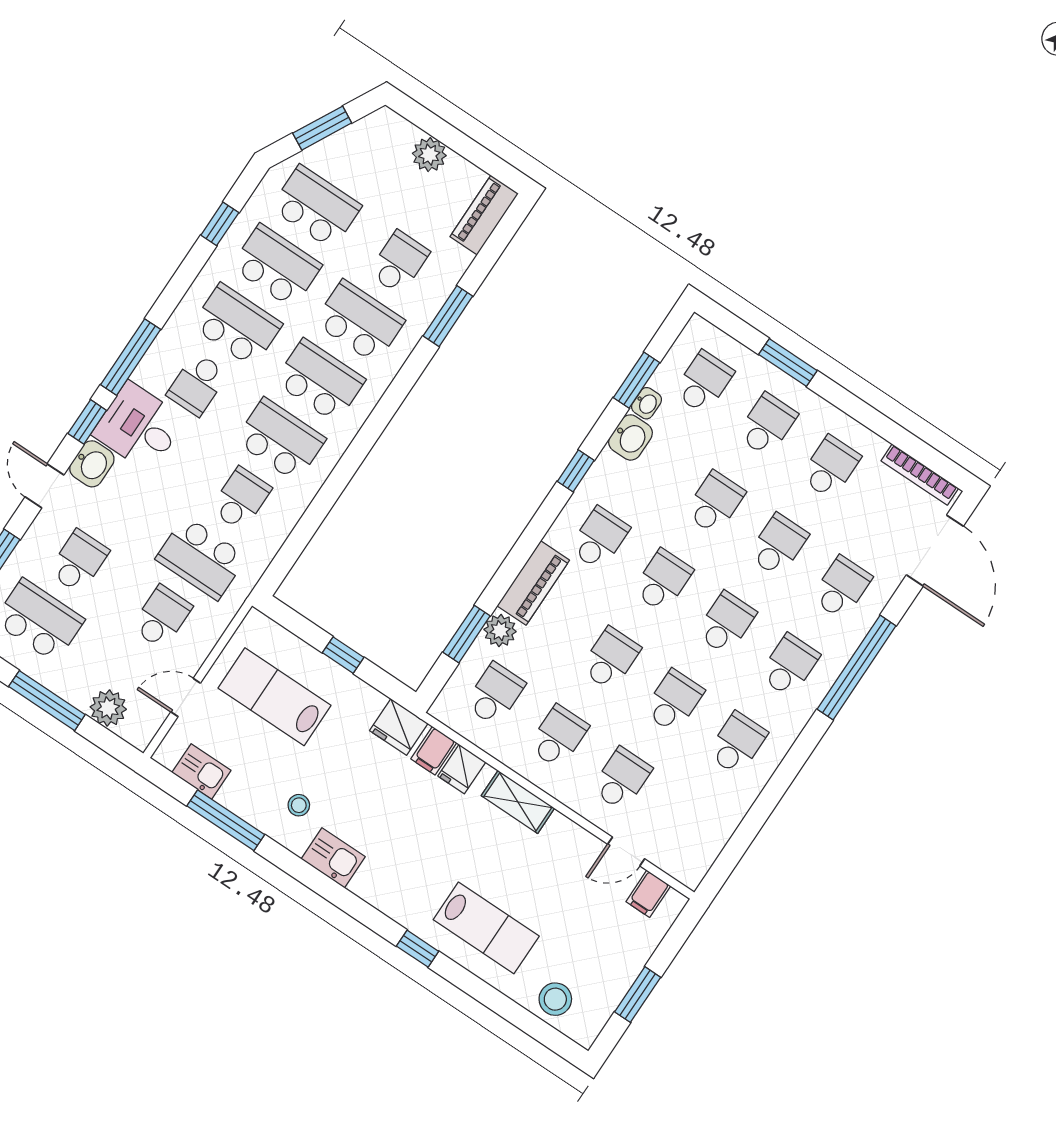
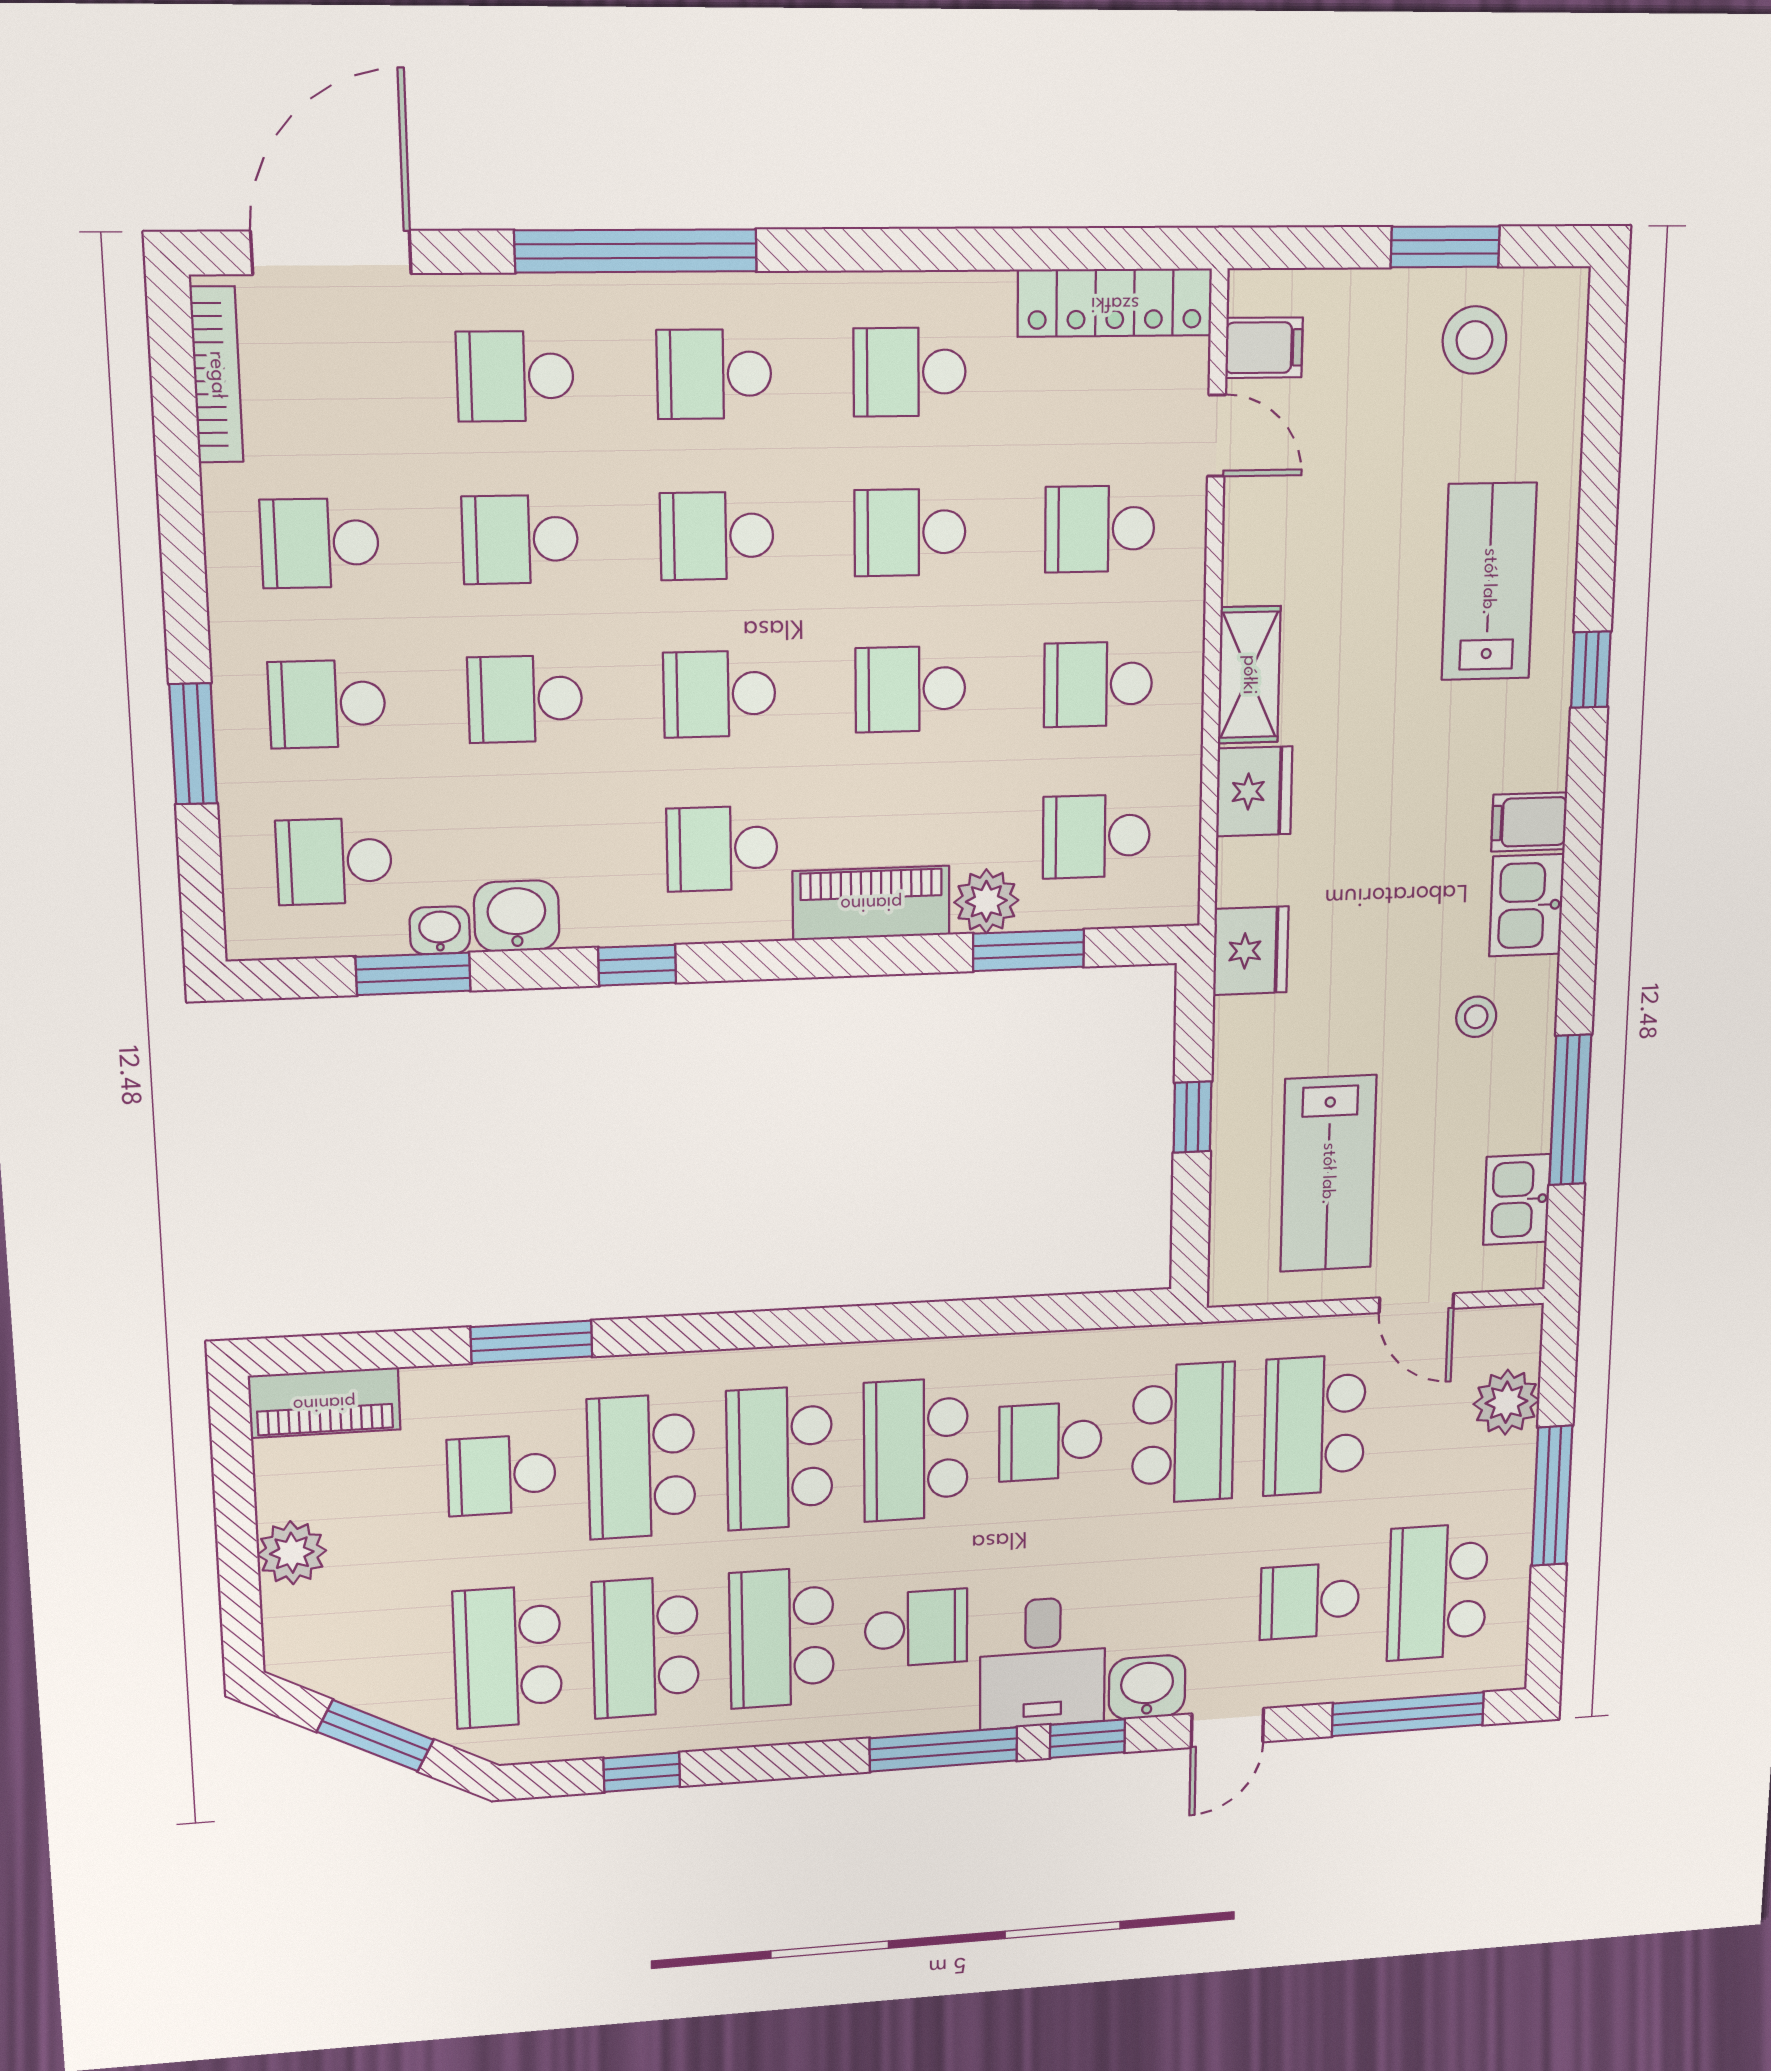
school desk: (162, 617) -> (1315, 1425), width x1.85
filing cabinet: (434, 751) -> (1529, 822), moved, turned 180
fridge: (462, 769) -> (1254, 791), width x1.38
locker: (708, 844) -> (1115, 303), added
stool: (555, 999) -> (1474, 340), moved

